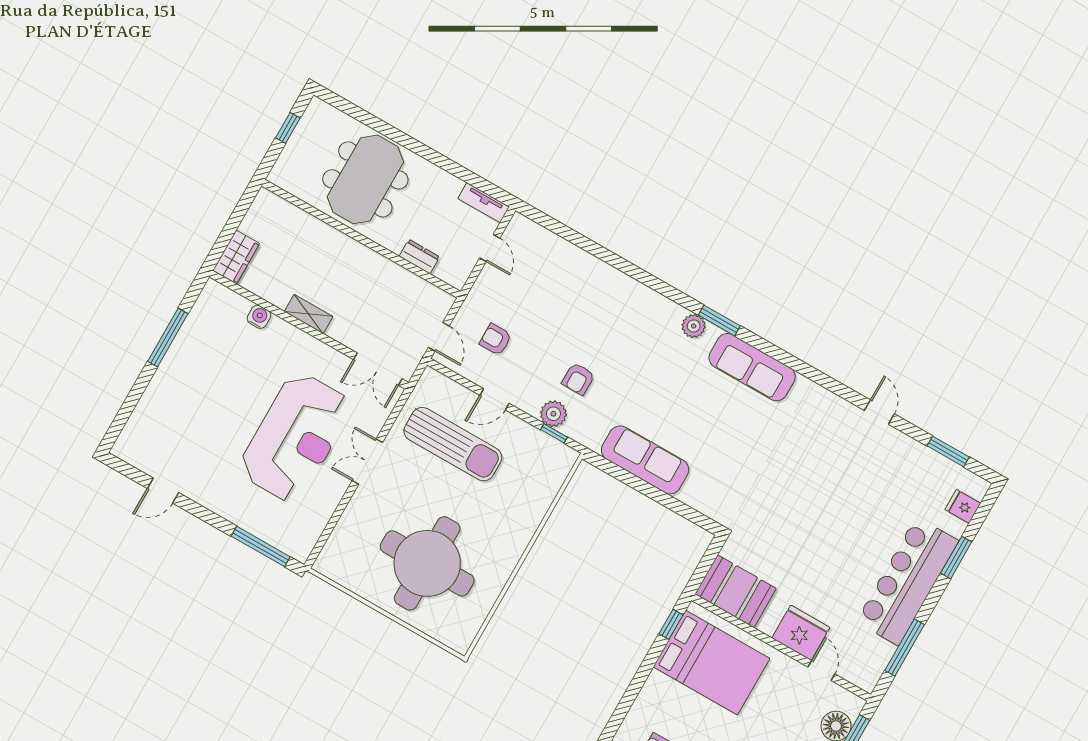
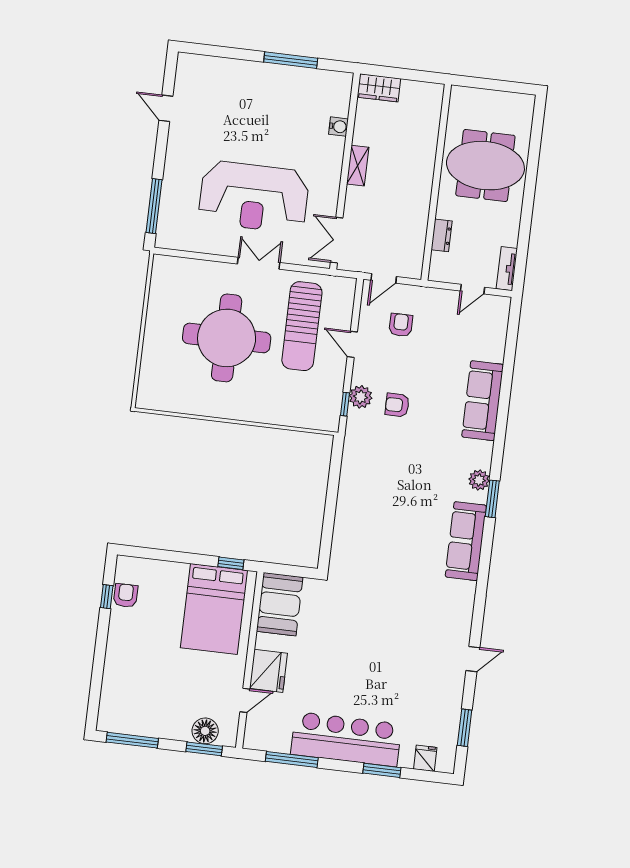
window: (288, 128) -> (501, 86), removed
sofa: (645, 460) -> (483, 401), moved, turned 180
round table: (427, 563) -> (227, 338), moved

